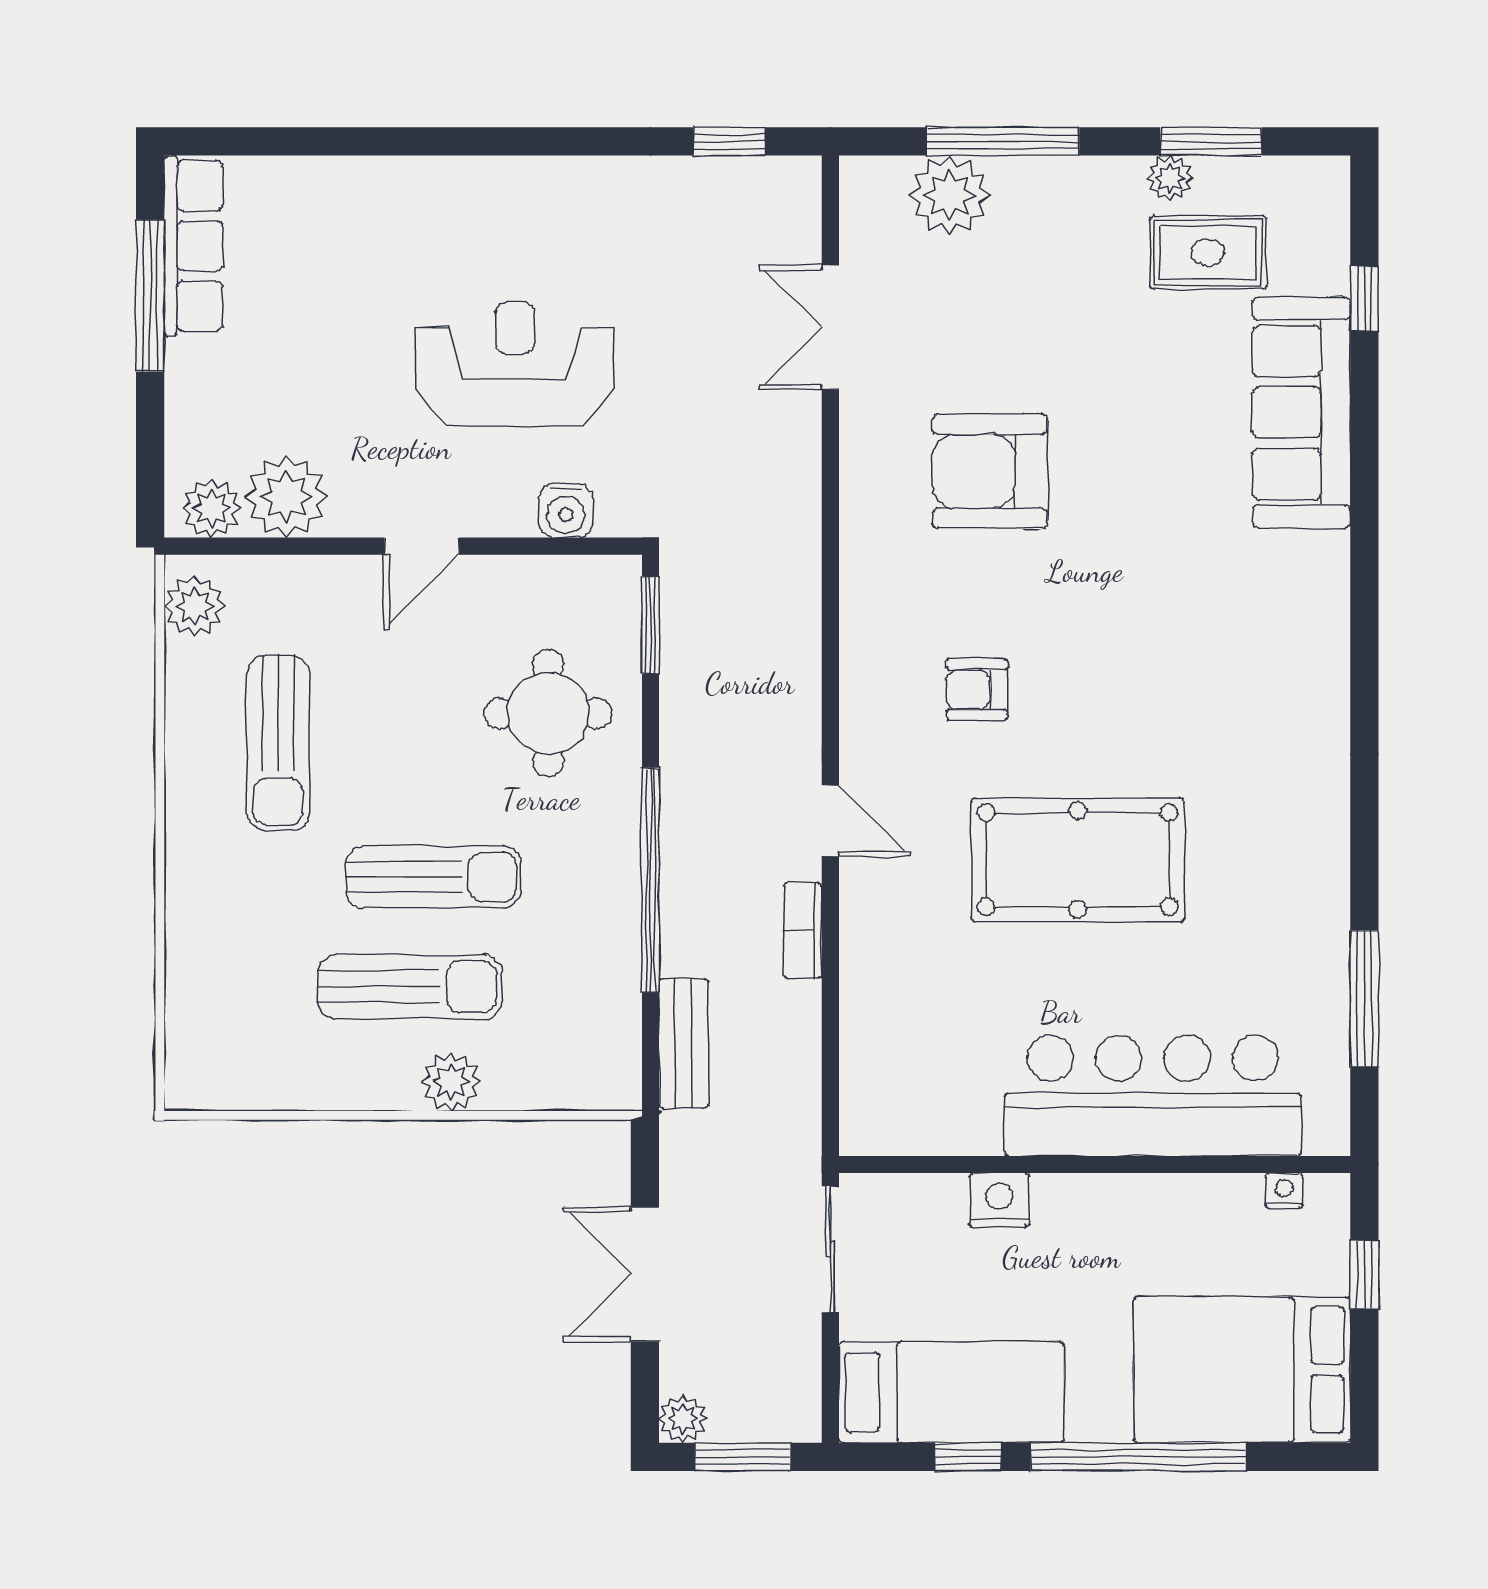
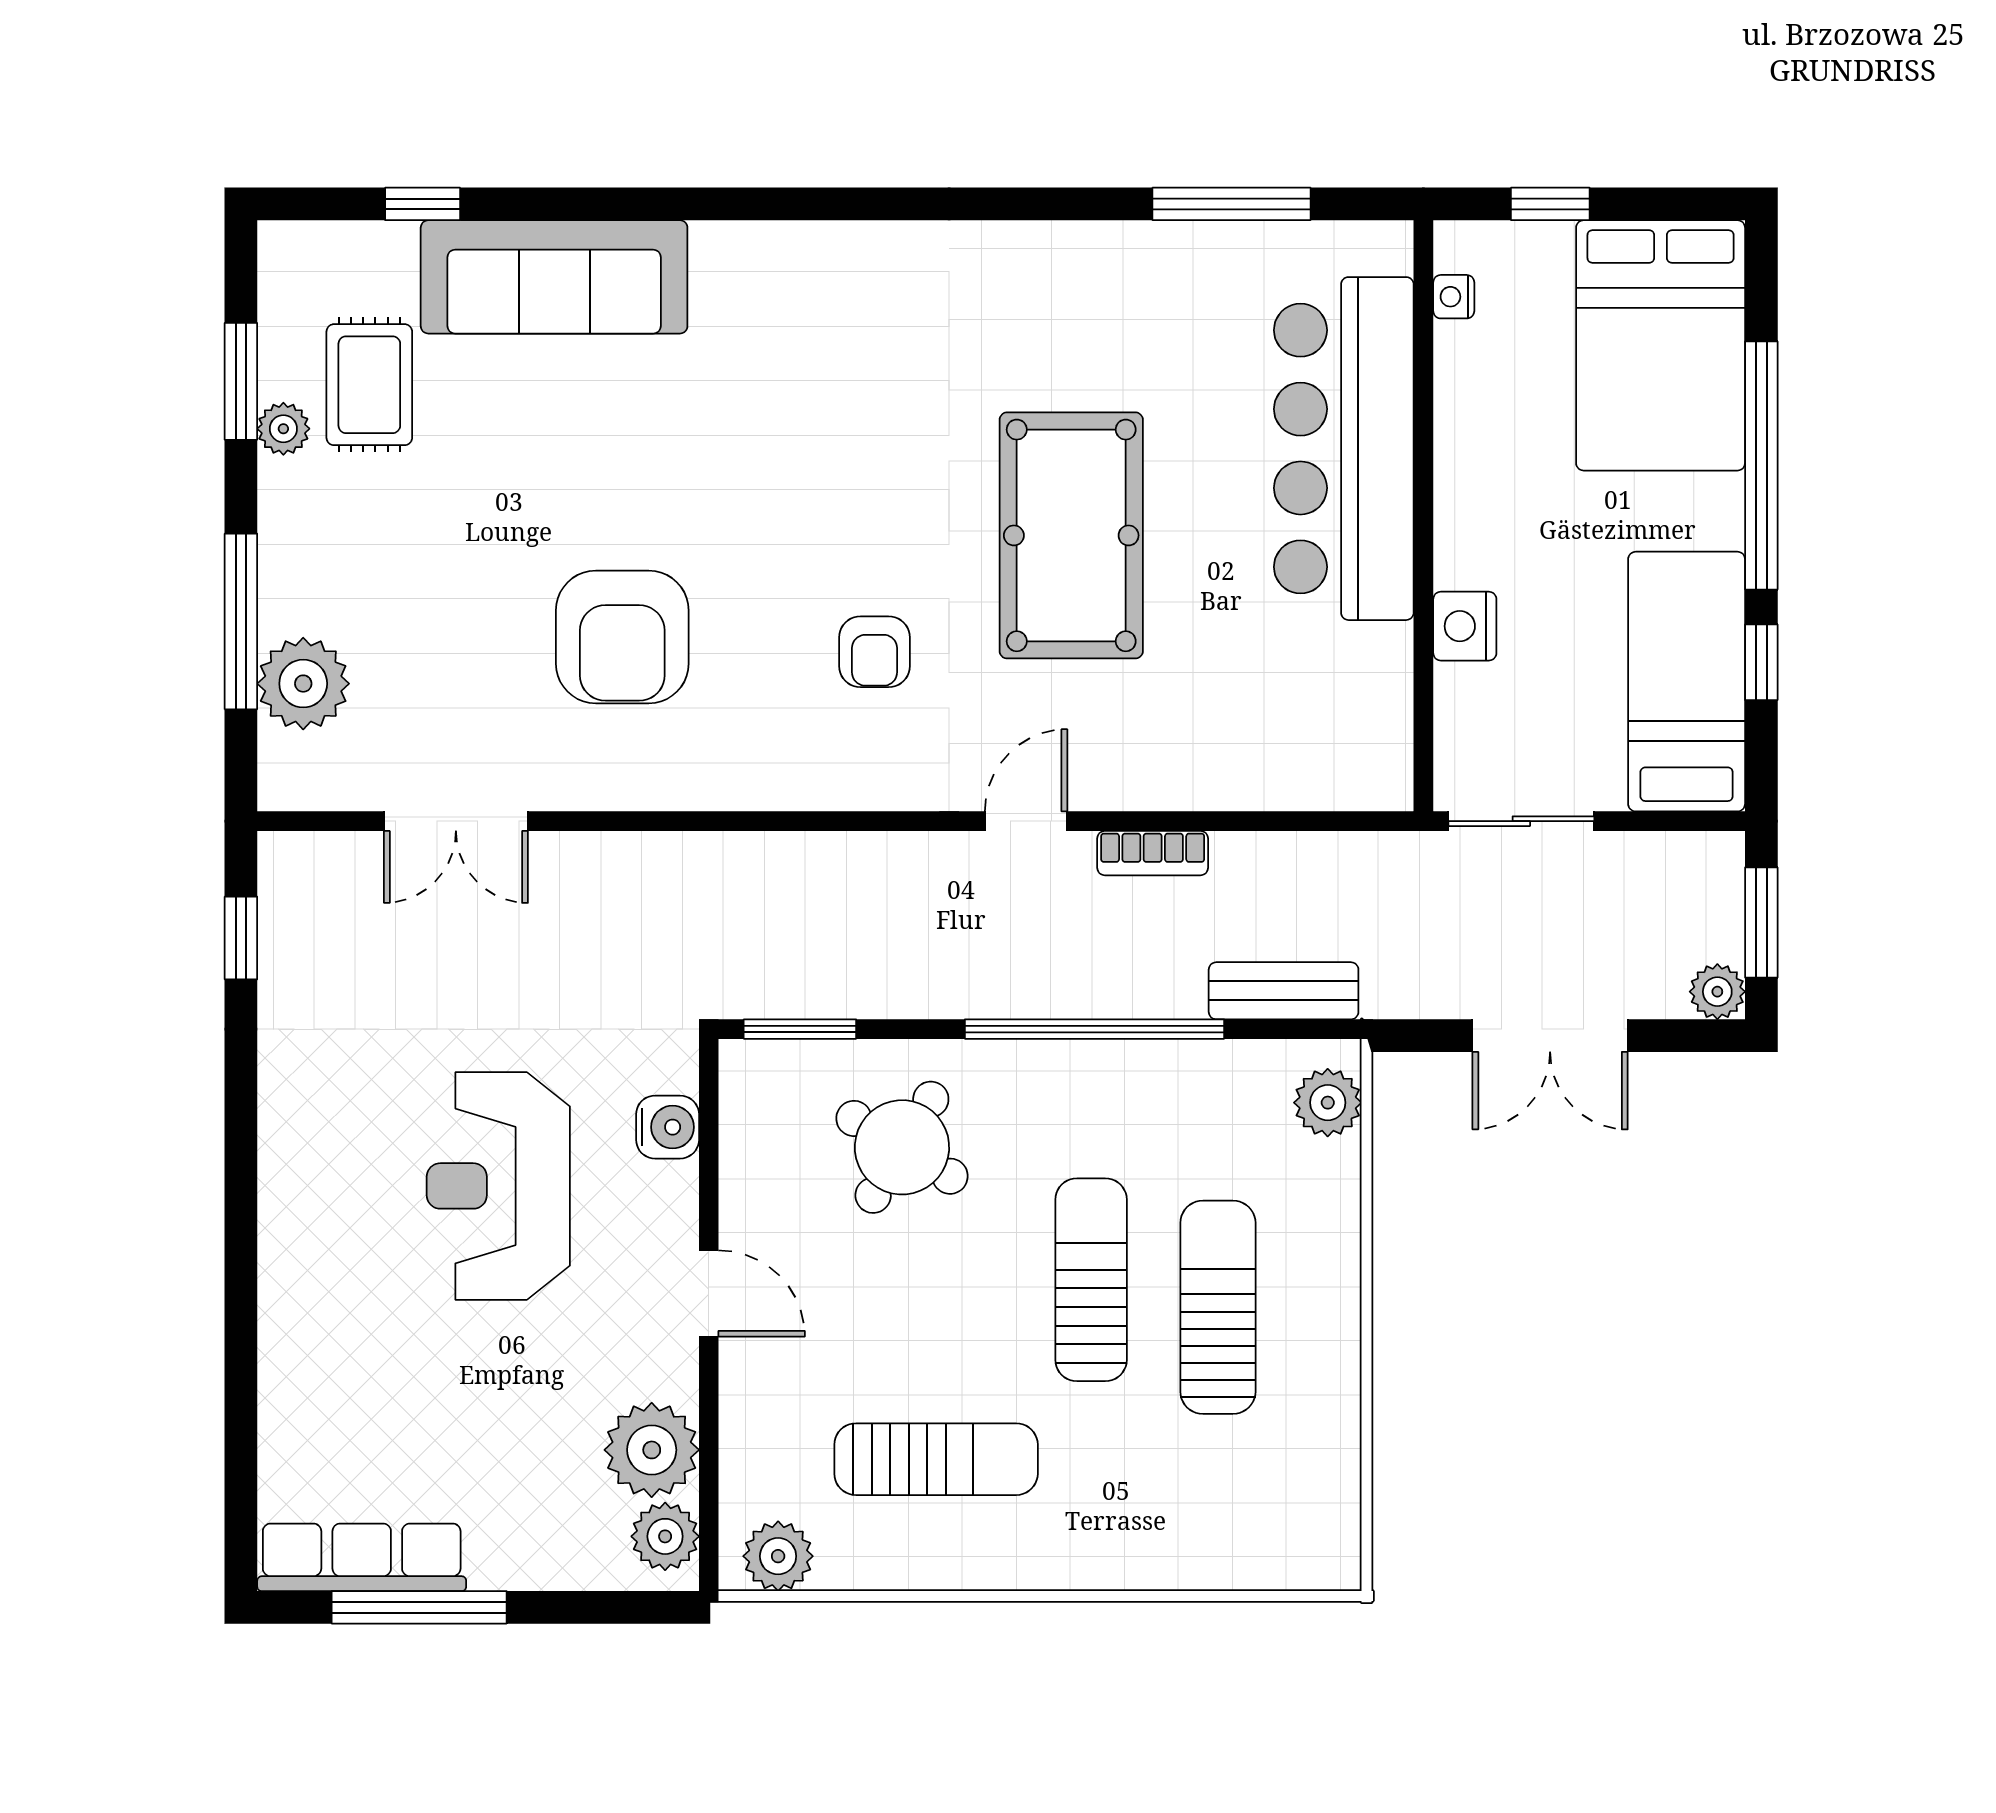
round table: (548, 713) -> (902, 1147), turned 31
plant: (451, 1082) -> (1328, 1103), moved

